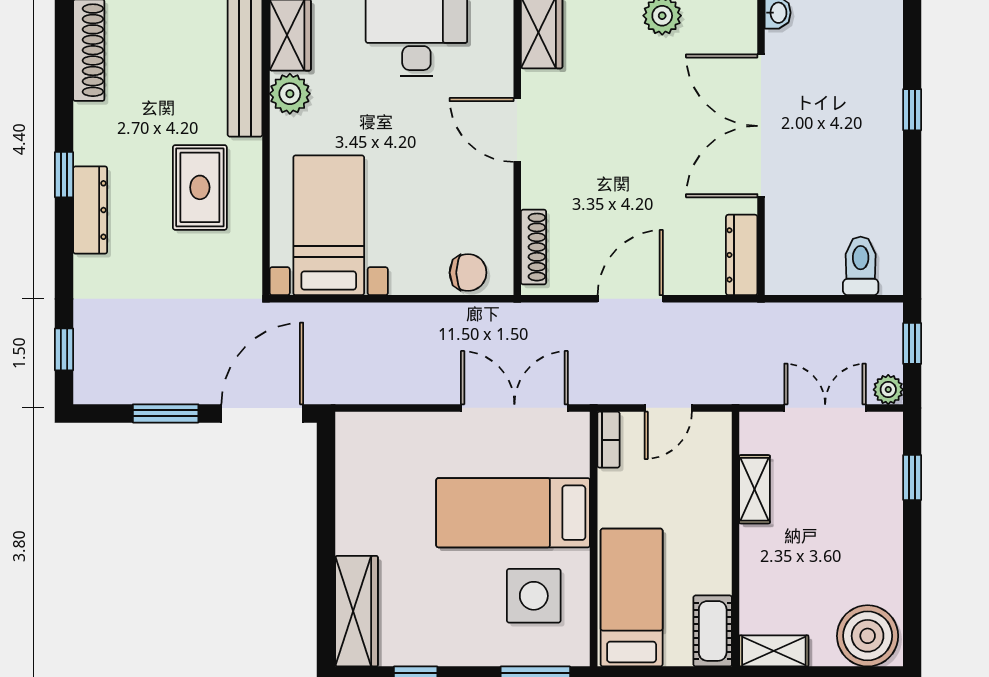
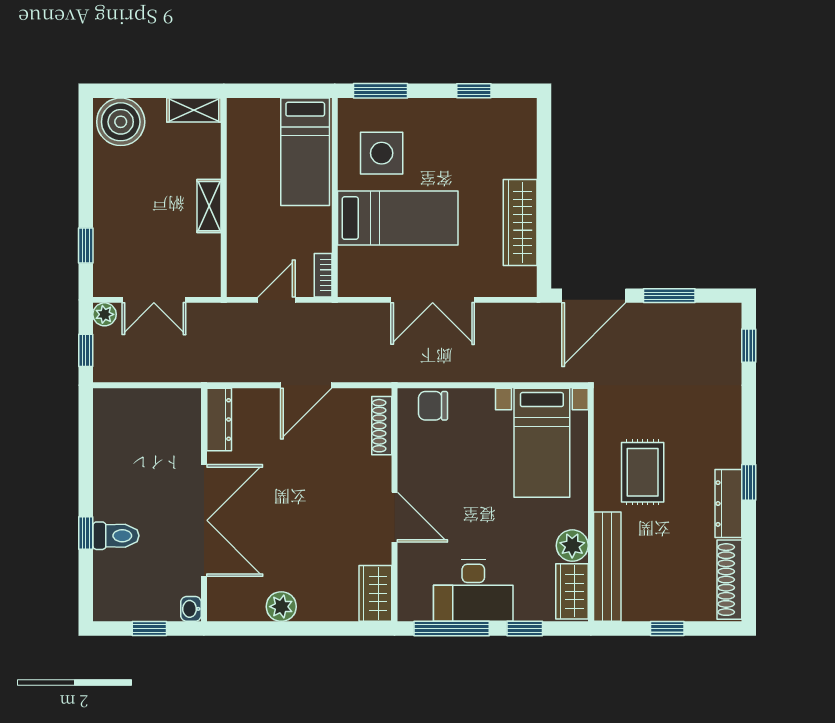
dresser: (90, 210) -> (728, 504), moved
toilet: (861, 266) -> (116, 536), moved, turned -90
double door: (514, 408) -> (433, 300), moved
shelving: (755, 489) -> (209, 206), moved
wardrobe: (357, 611) -> (520, 223), moved
cot: (713, 631) -> (242, 126), removed

